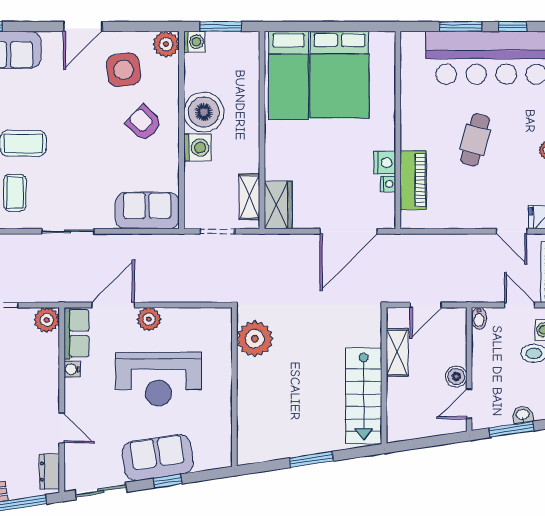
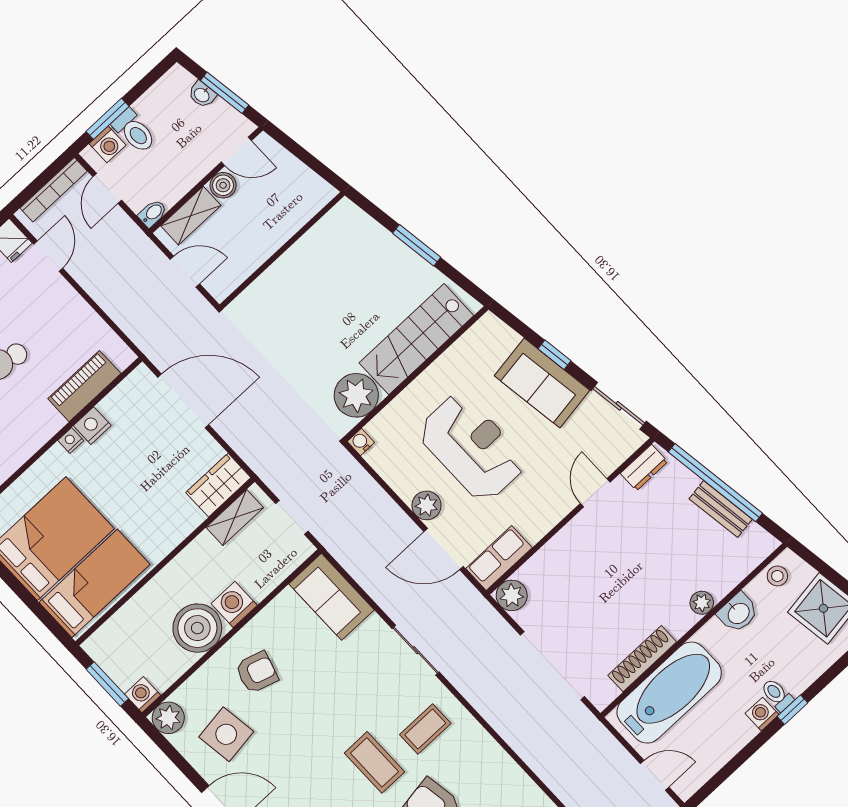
armchair: (144, 123) -> (257, 672), turned -117
nightstand: (388, 184) -> (71, 440), moved
shelving: (397, 352) -> (191, 216), moved
water cooler: (72, 369) -> (361, 442), moved, turned 180
stairs: (364, 396) -> (416, 339), moved, turned 180

